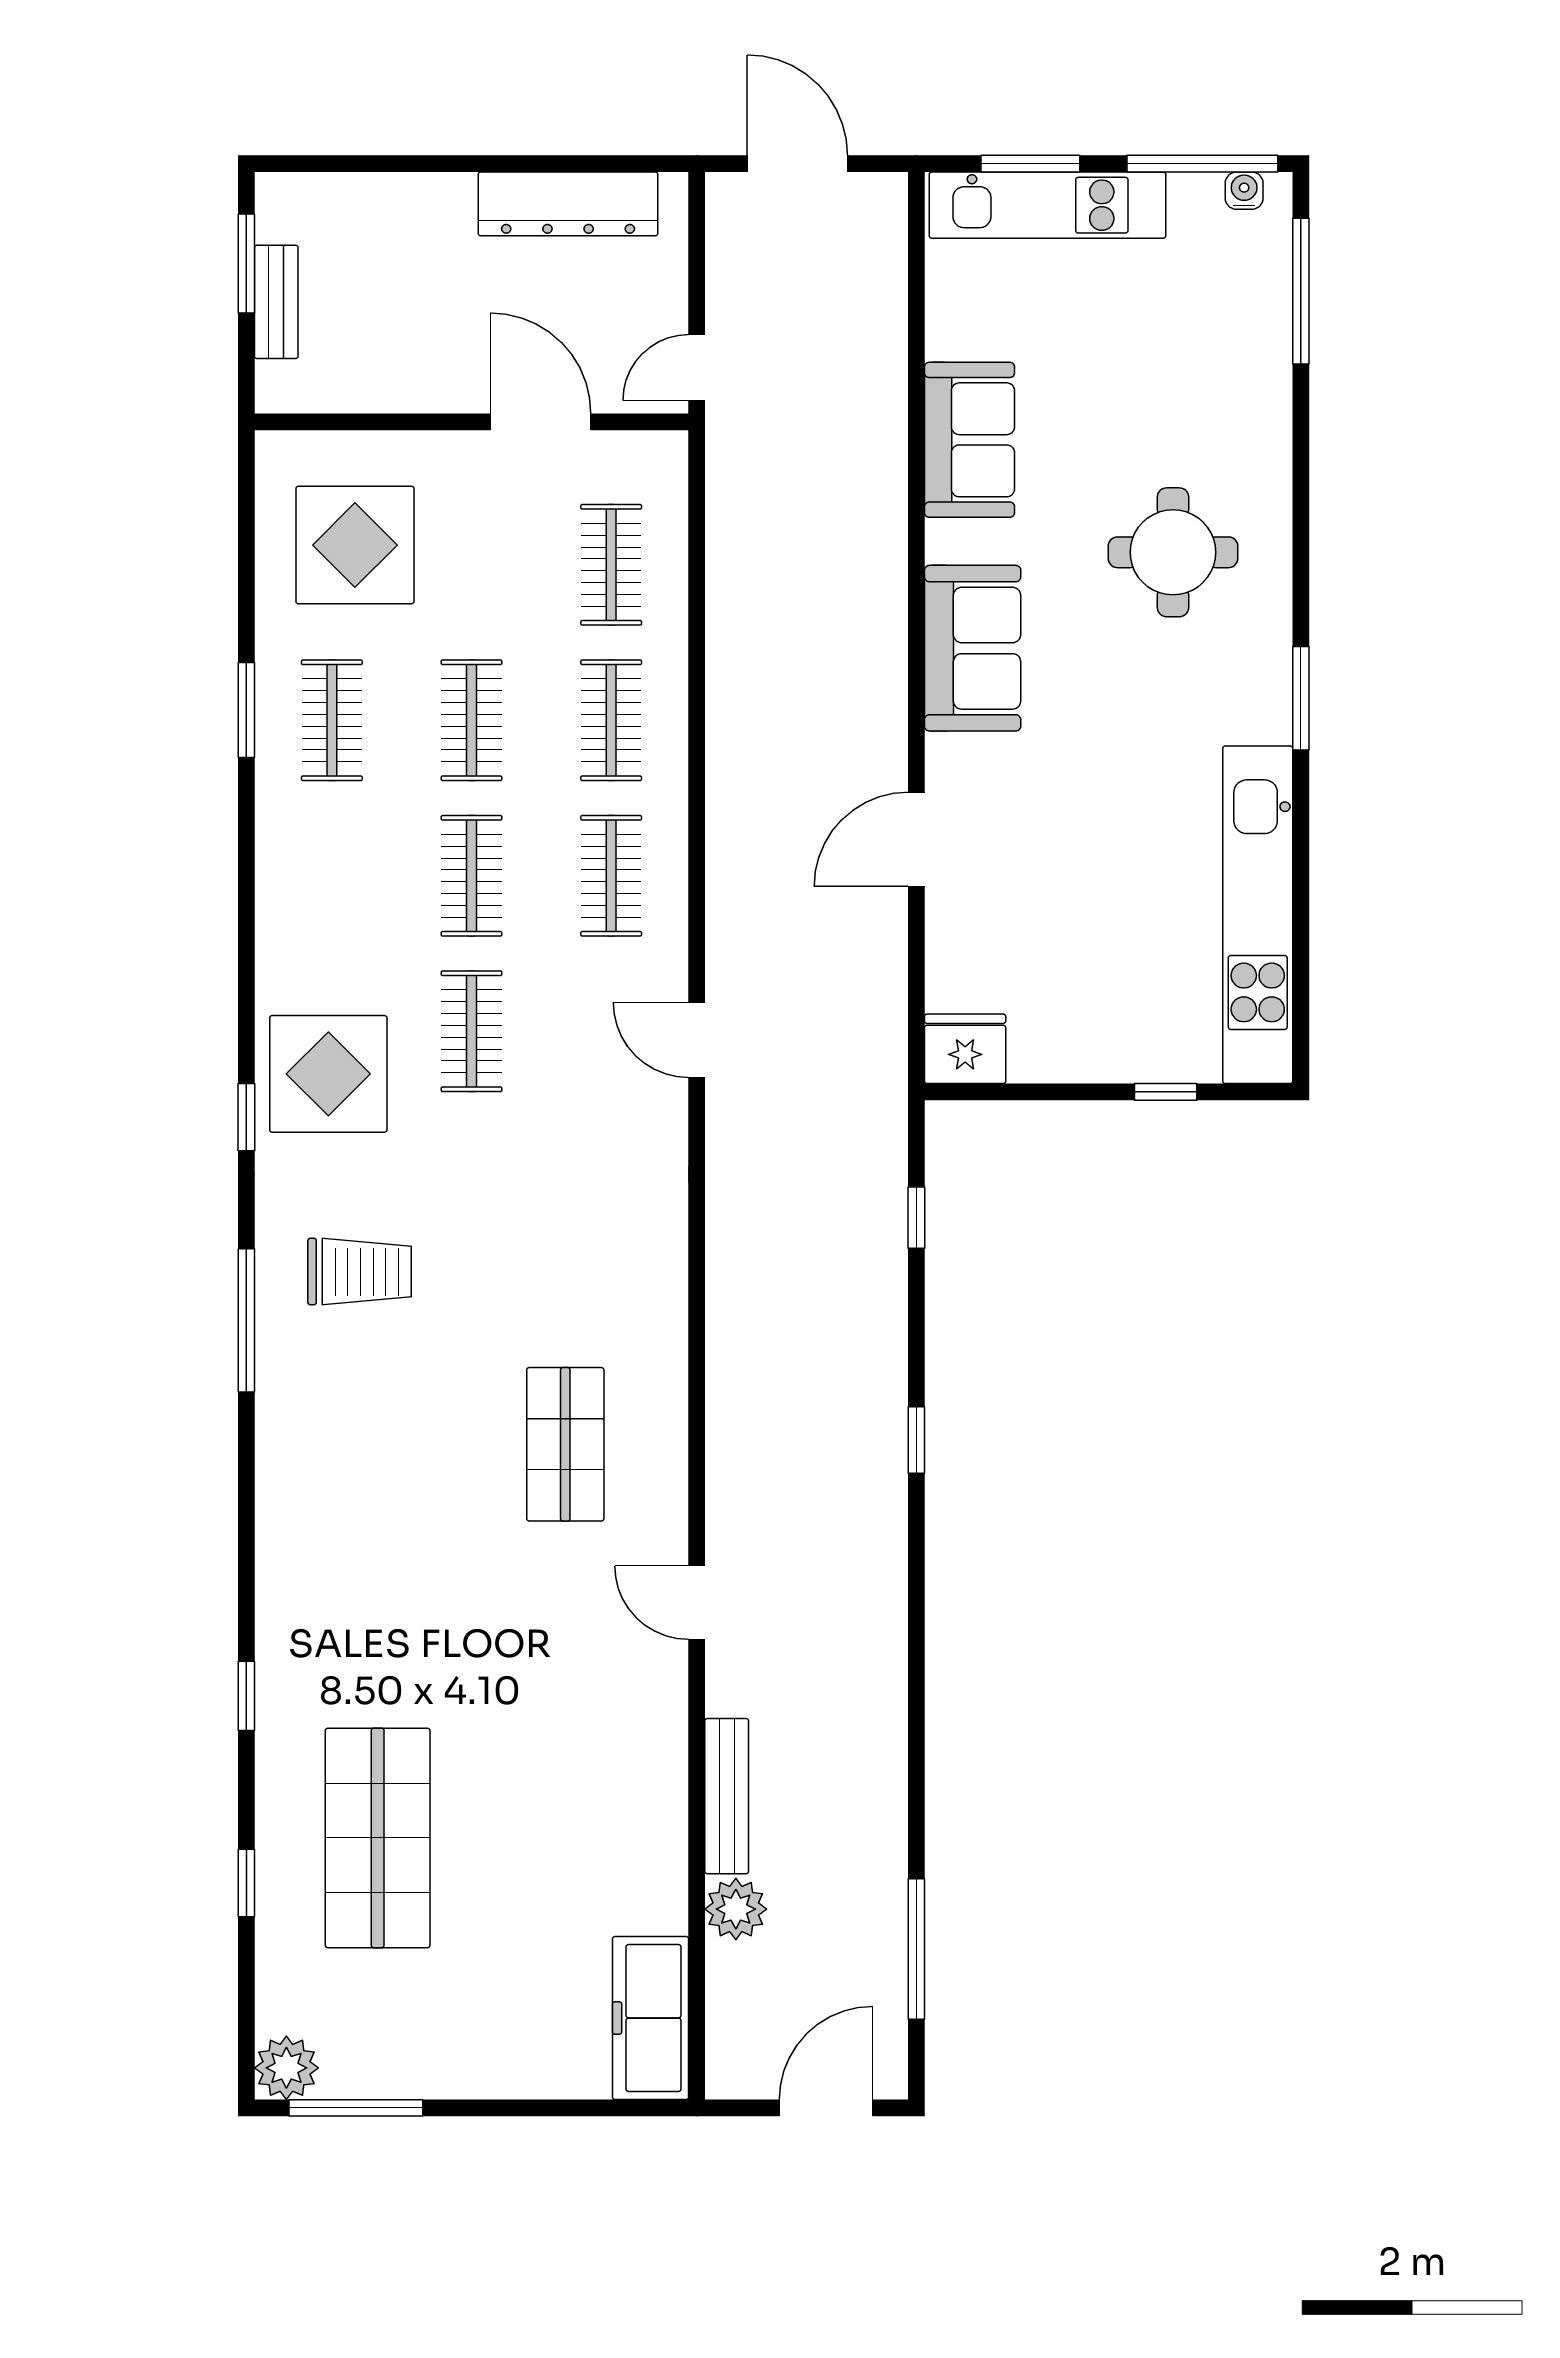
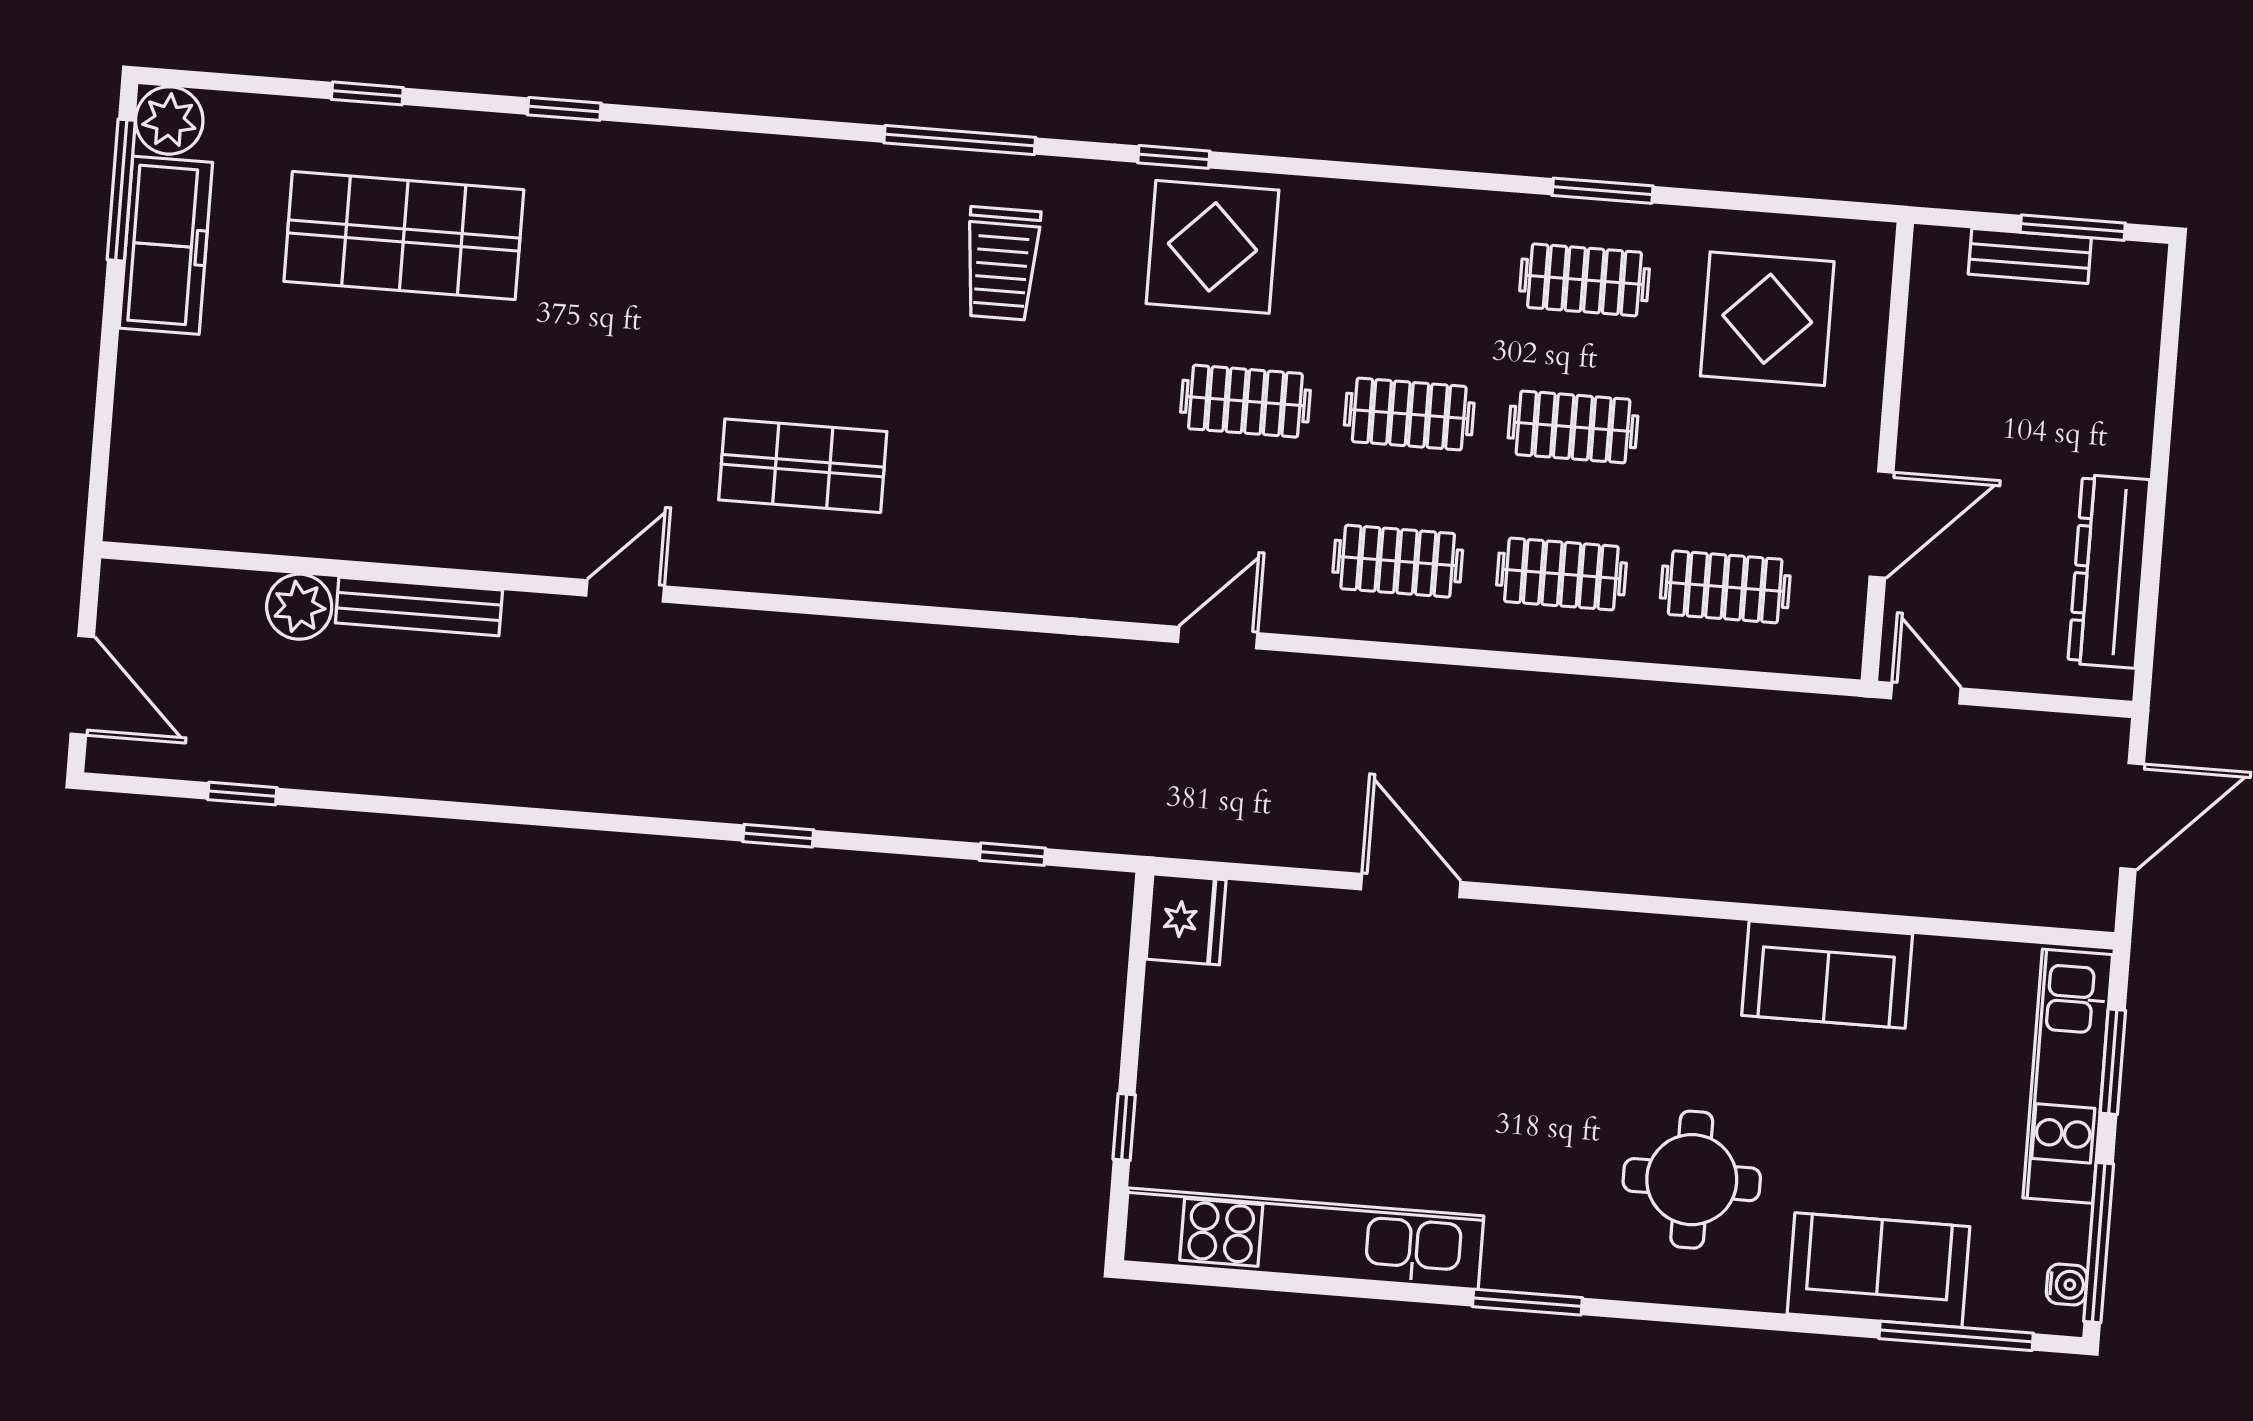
sofa: (973, 648) -> (1878, 1270), moved, turned 180
window: (916, 1949) -> (242, 794), width x0.46
freezer: (650, 2018) -> (166, 245), moved, turned 90

